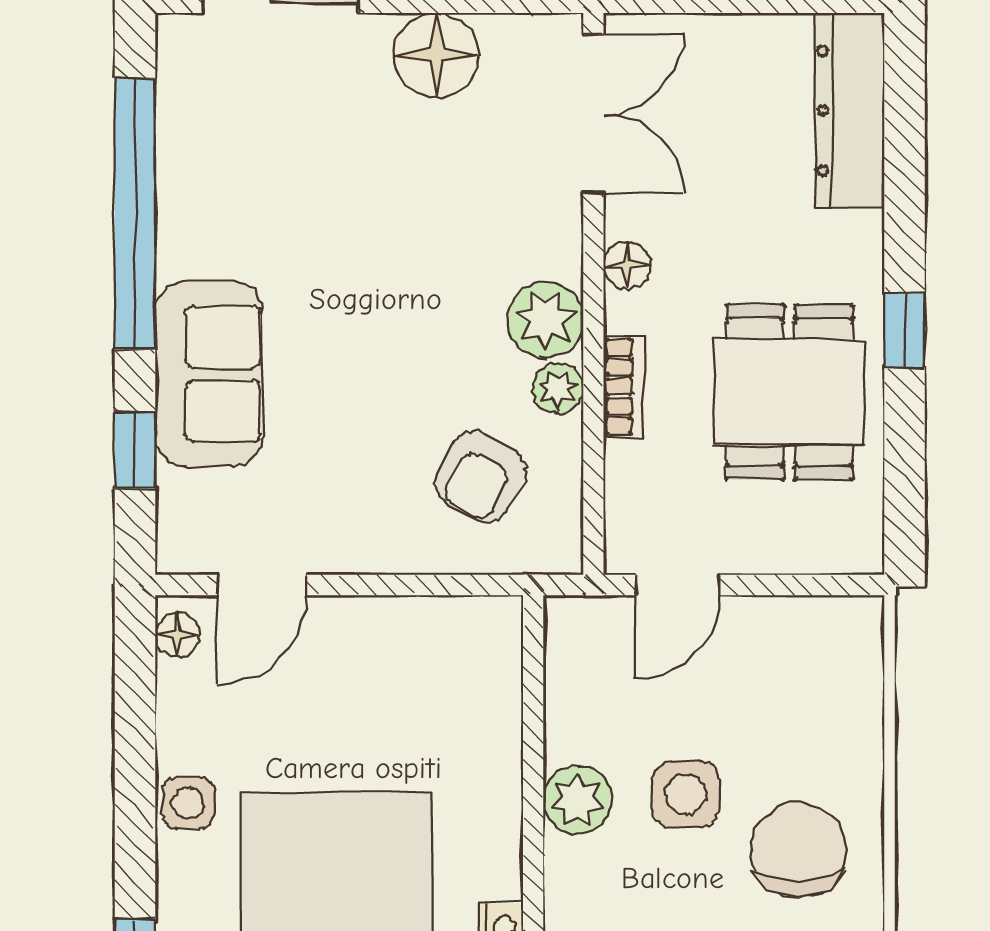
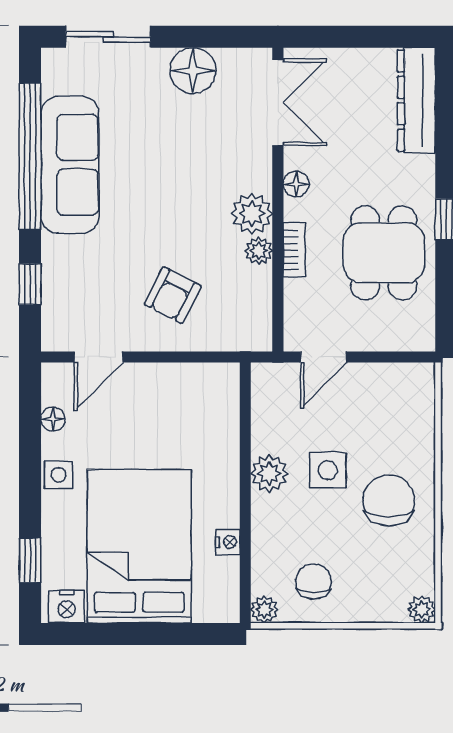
sofa: (209, 374) -> (70, 165), moved, width x1.36
armchair: (481, 477) -> (173, 295), moved
floor lamp: (177, 635) -> (53, 419), moved

